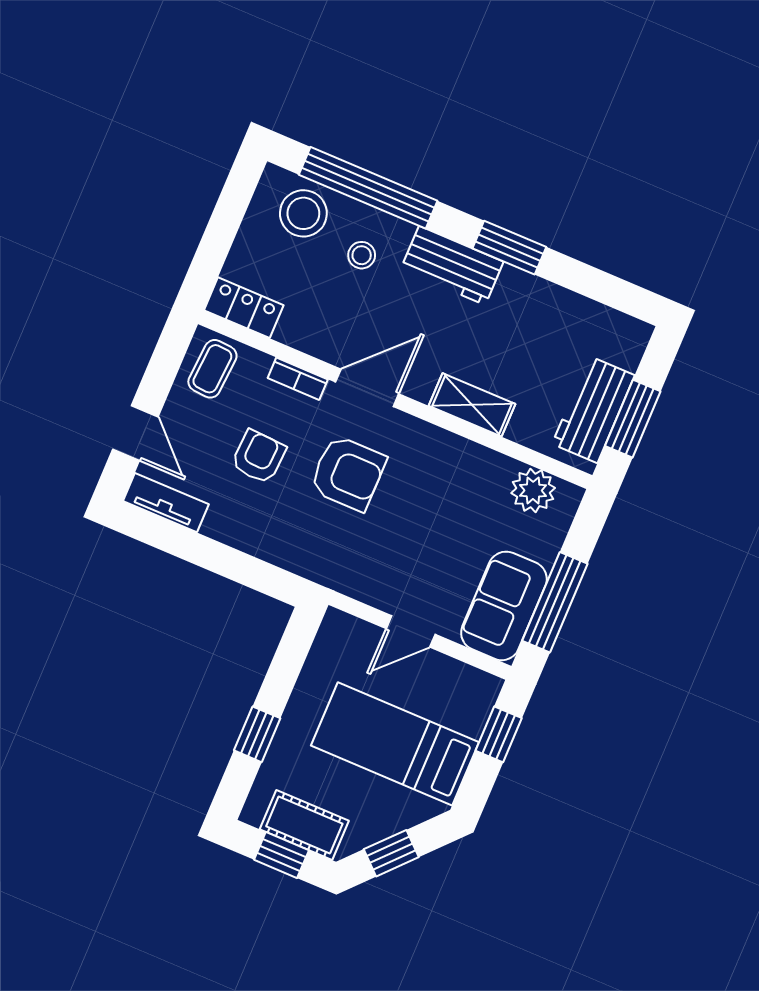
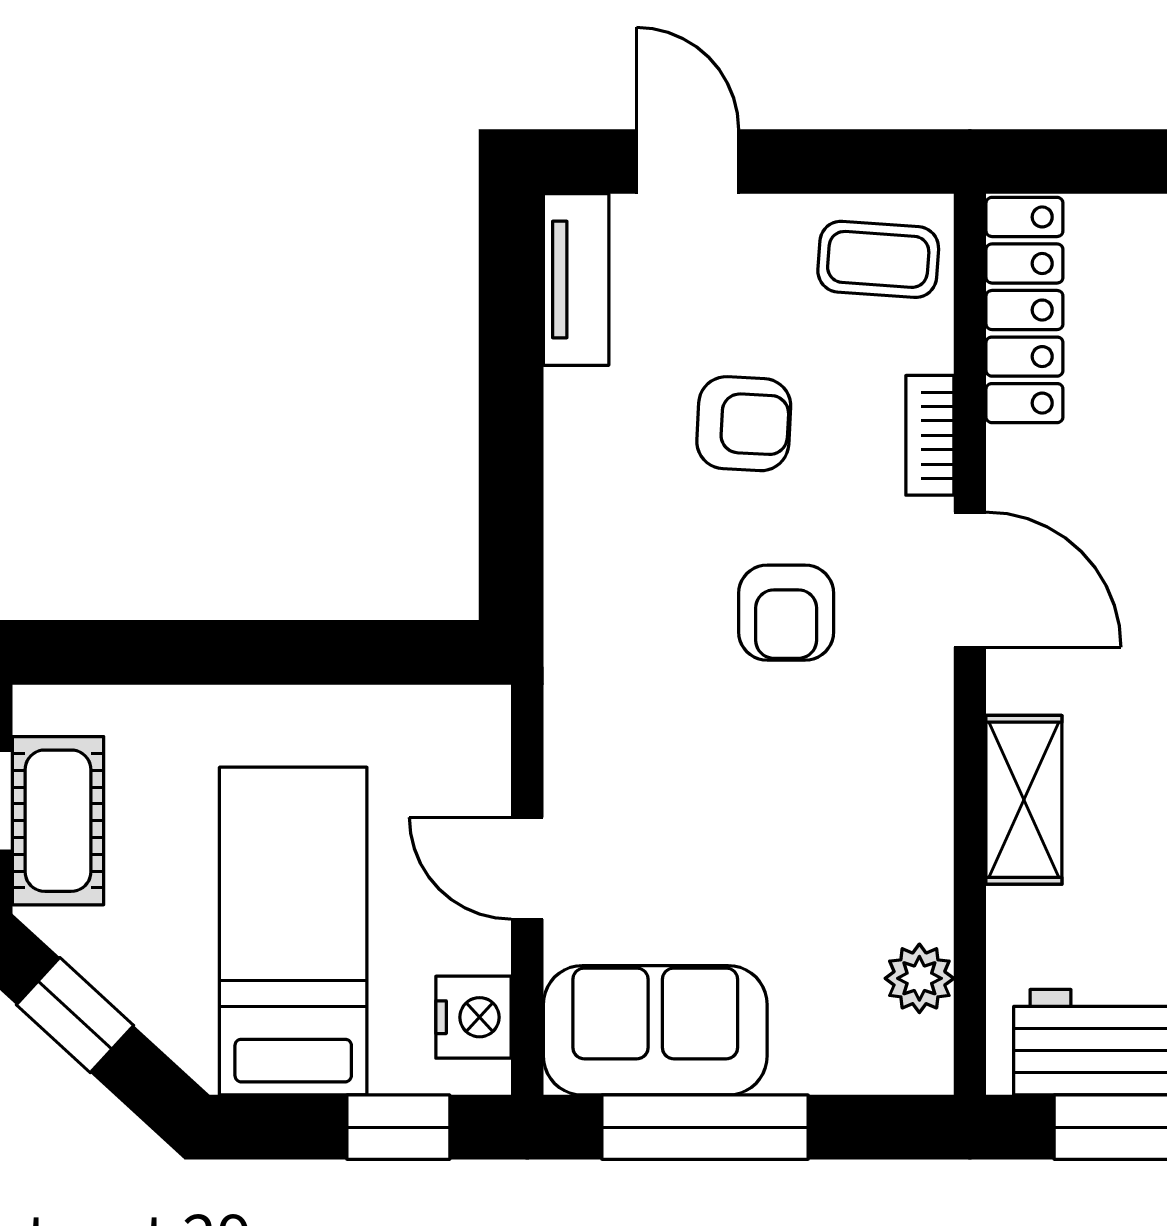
locker: (244, 308) -> (1024, 310), width x1.53
door: (135, 433) -> (688, 162), swing flipped
armchair: (348, 473) -> (786, 613), width x0.72, depth x0.72
plant: (533, 490) -> (919, 978), width x0.73, depth x0.73
nightstand: (465, 682) -> (473, 1017), added
window: (257, 734) -> (197, 652), removed

